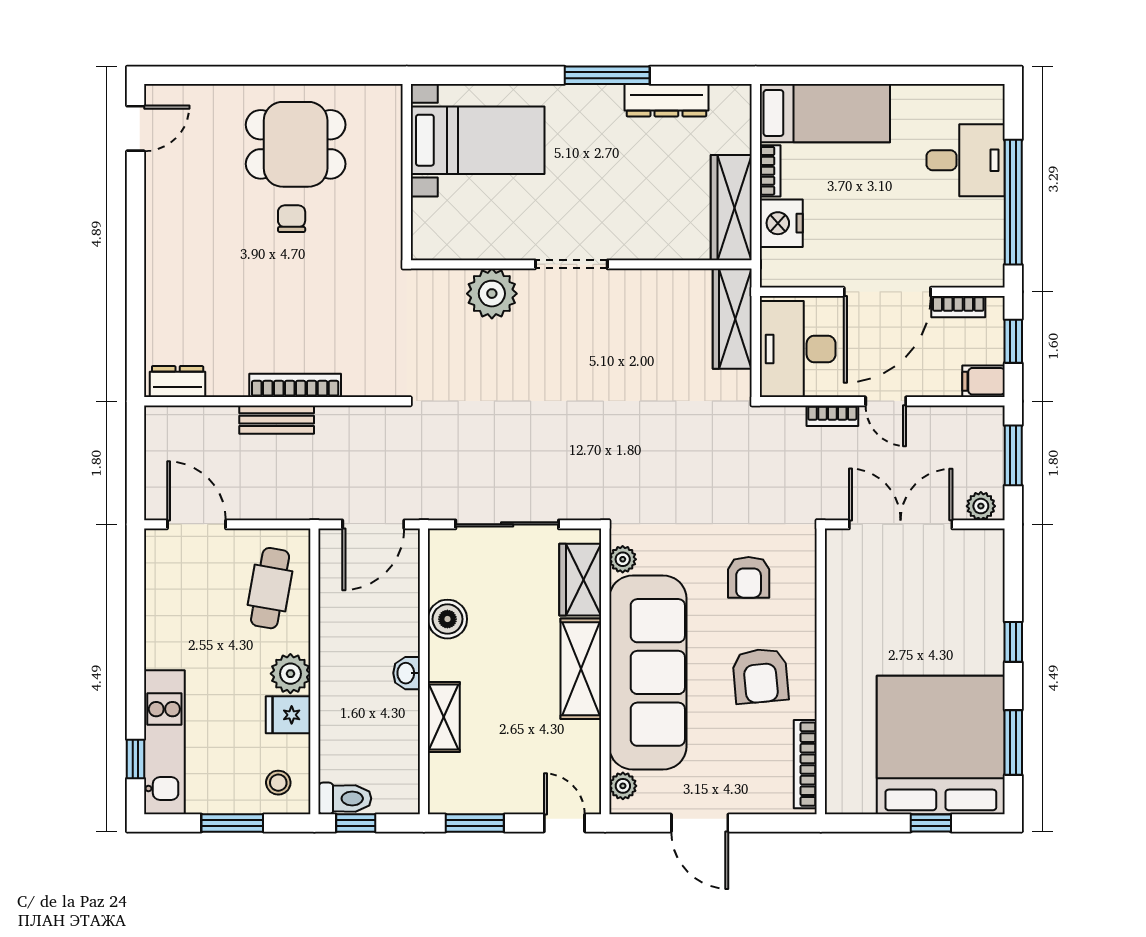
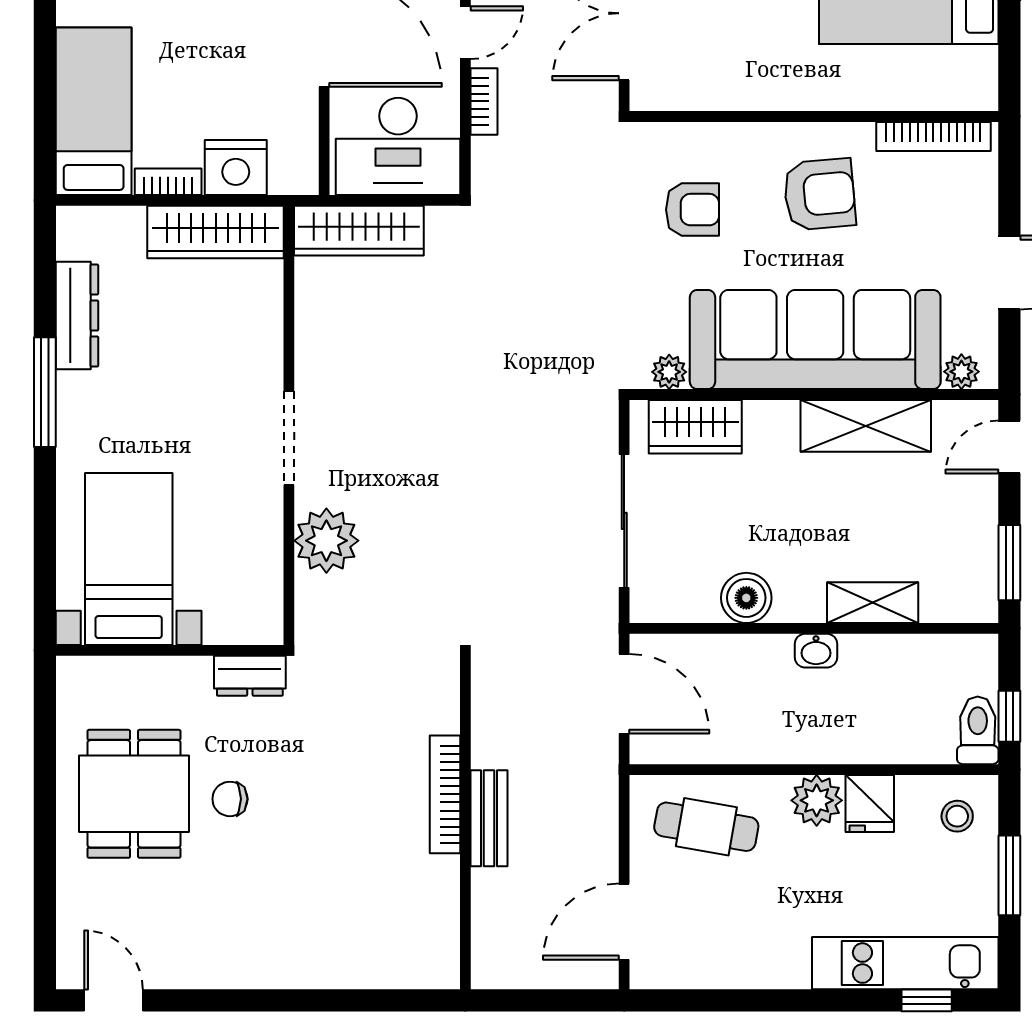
dresser: (178, 382) -> (250, 676), moved, turned -90
shelving: (581, 669) -> (866, 426), moved

